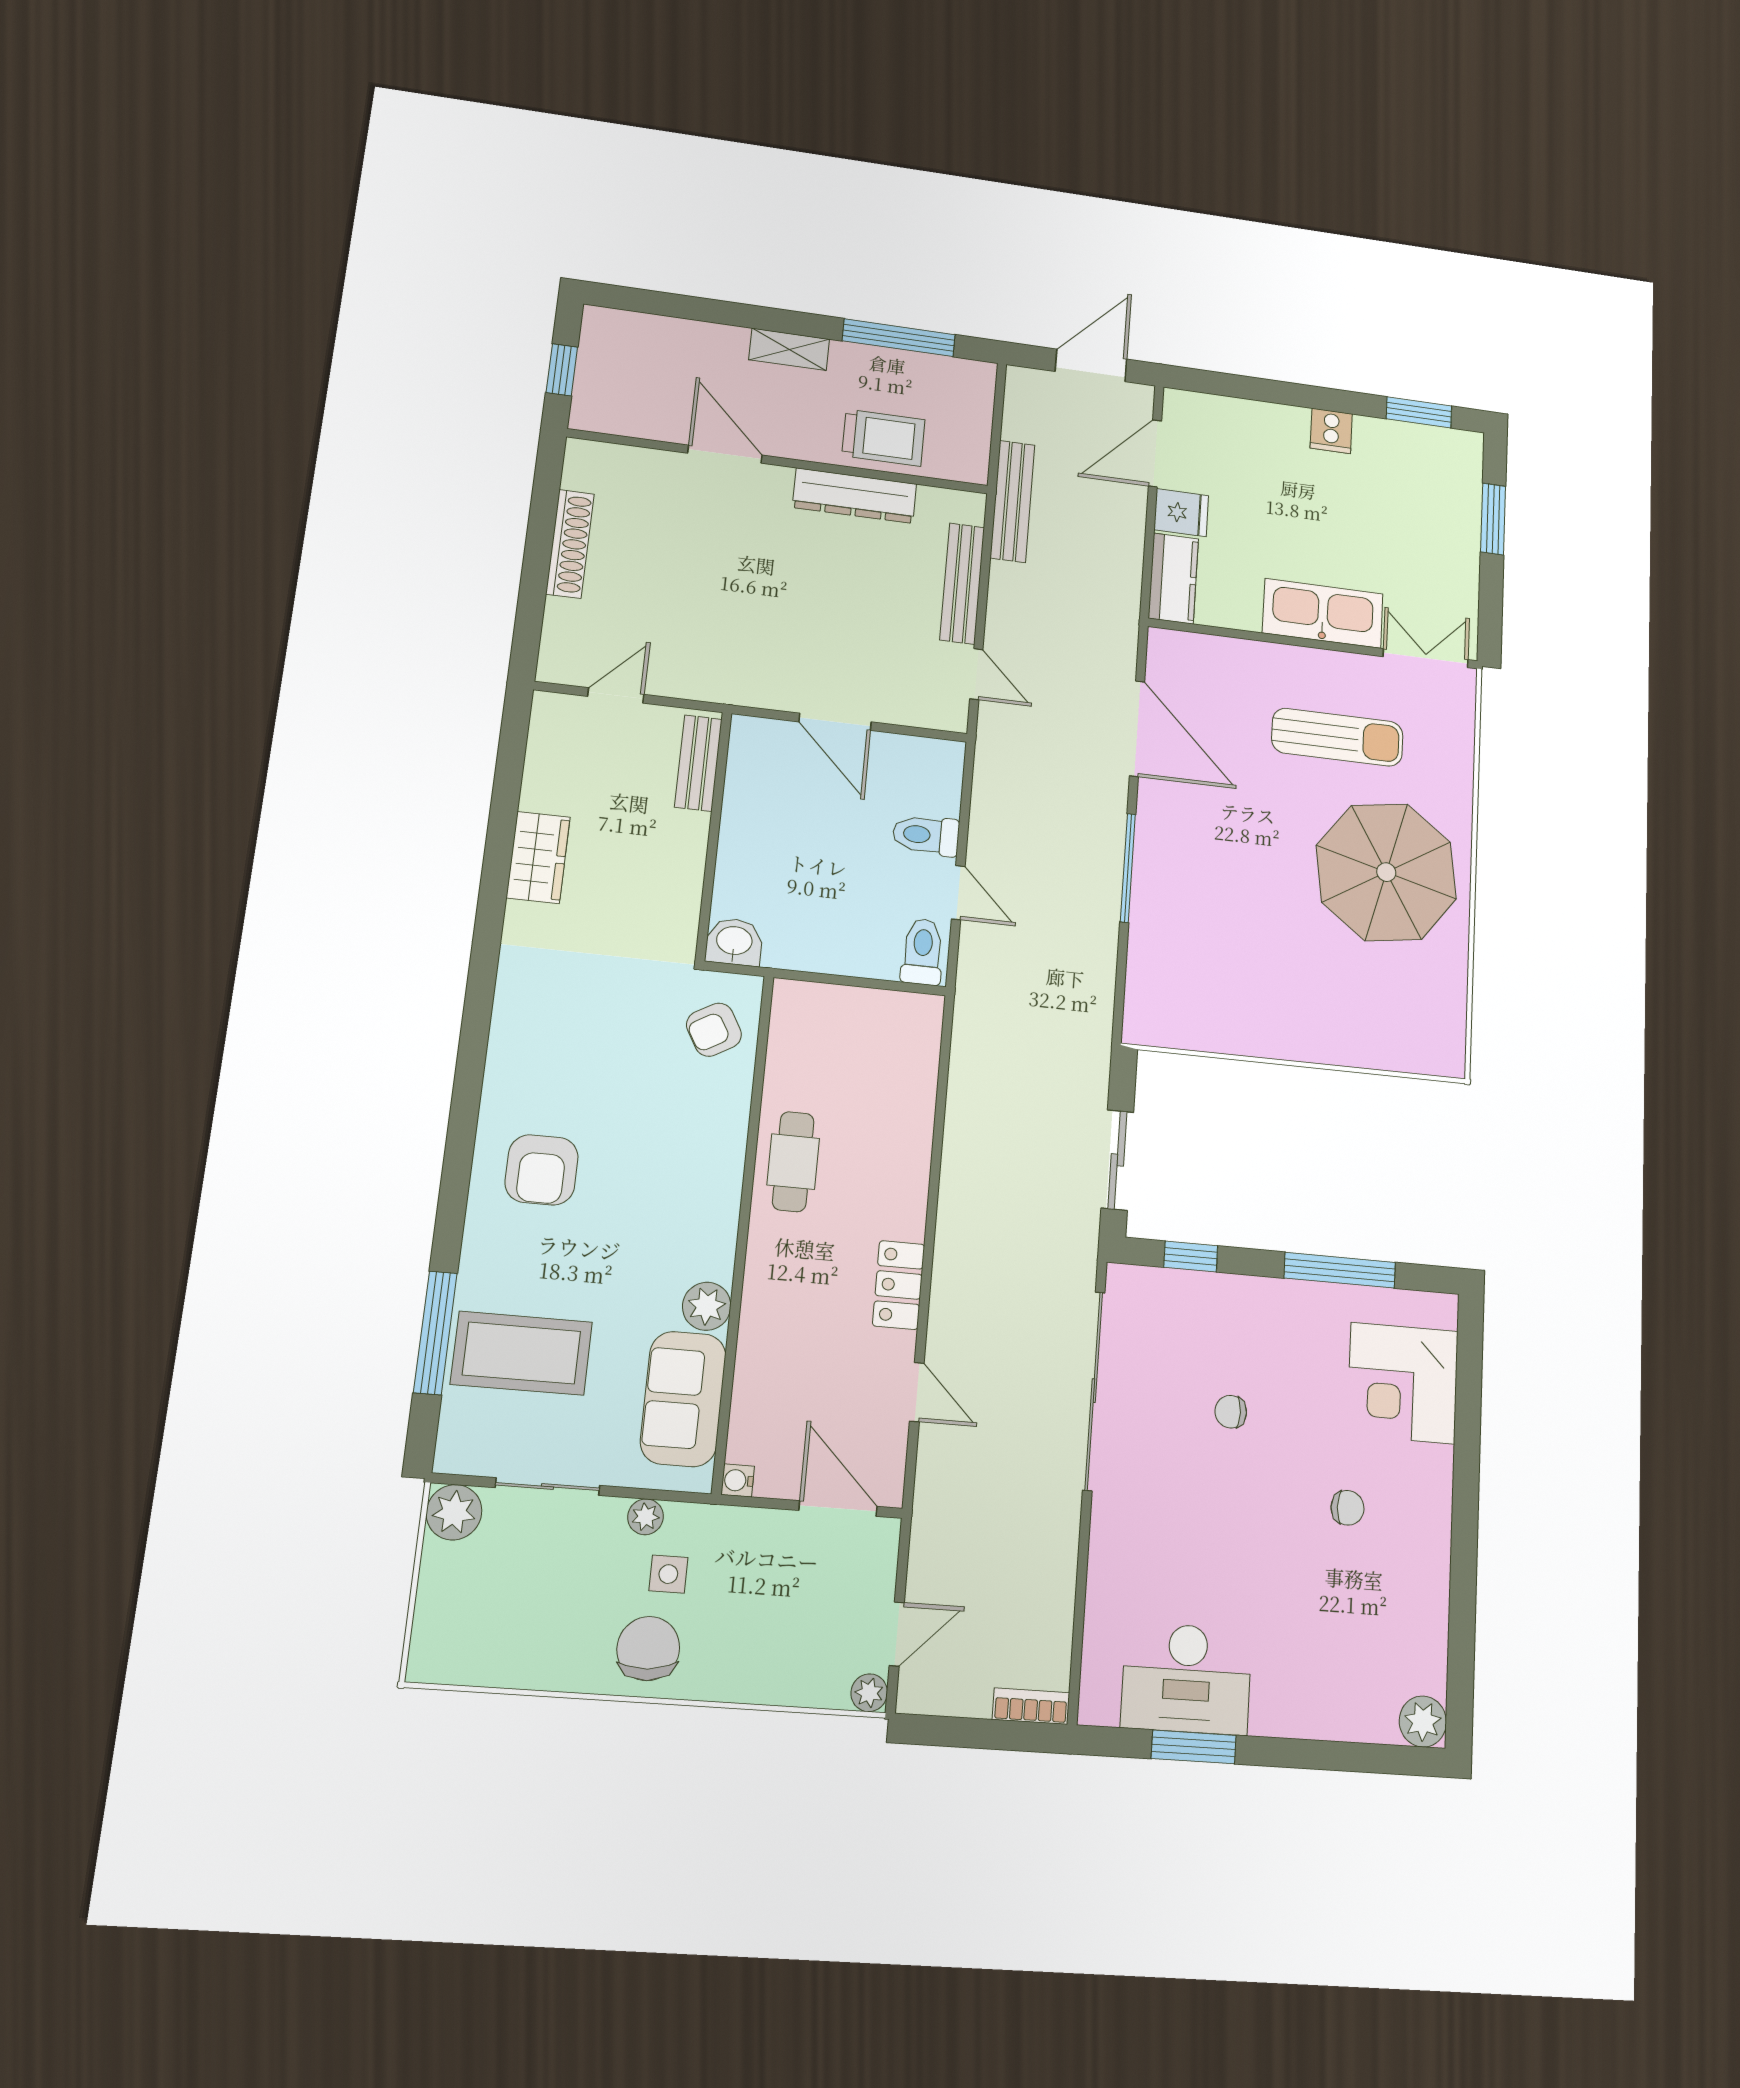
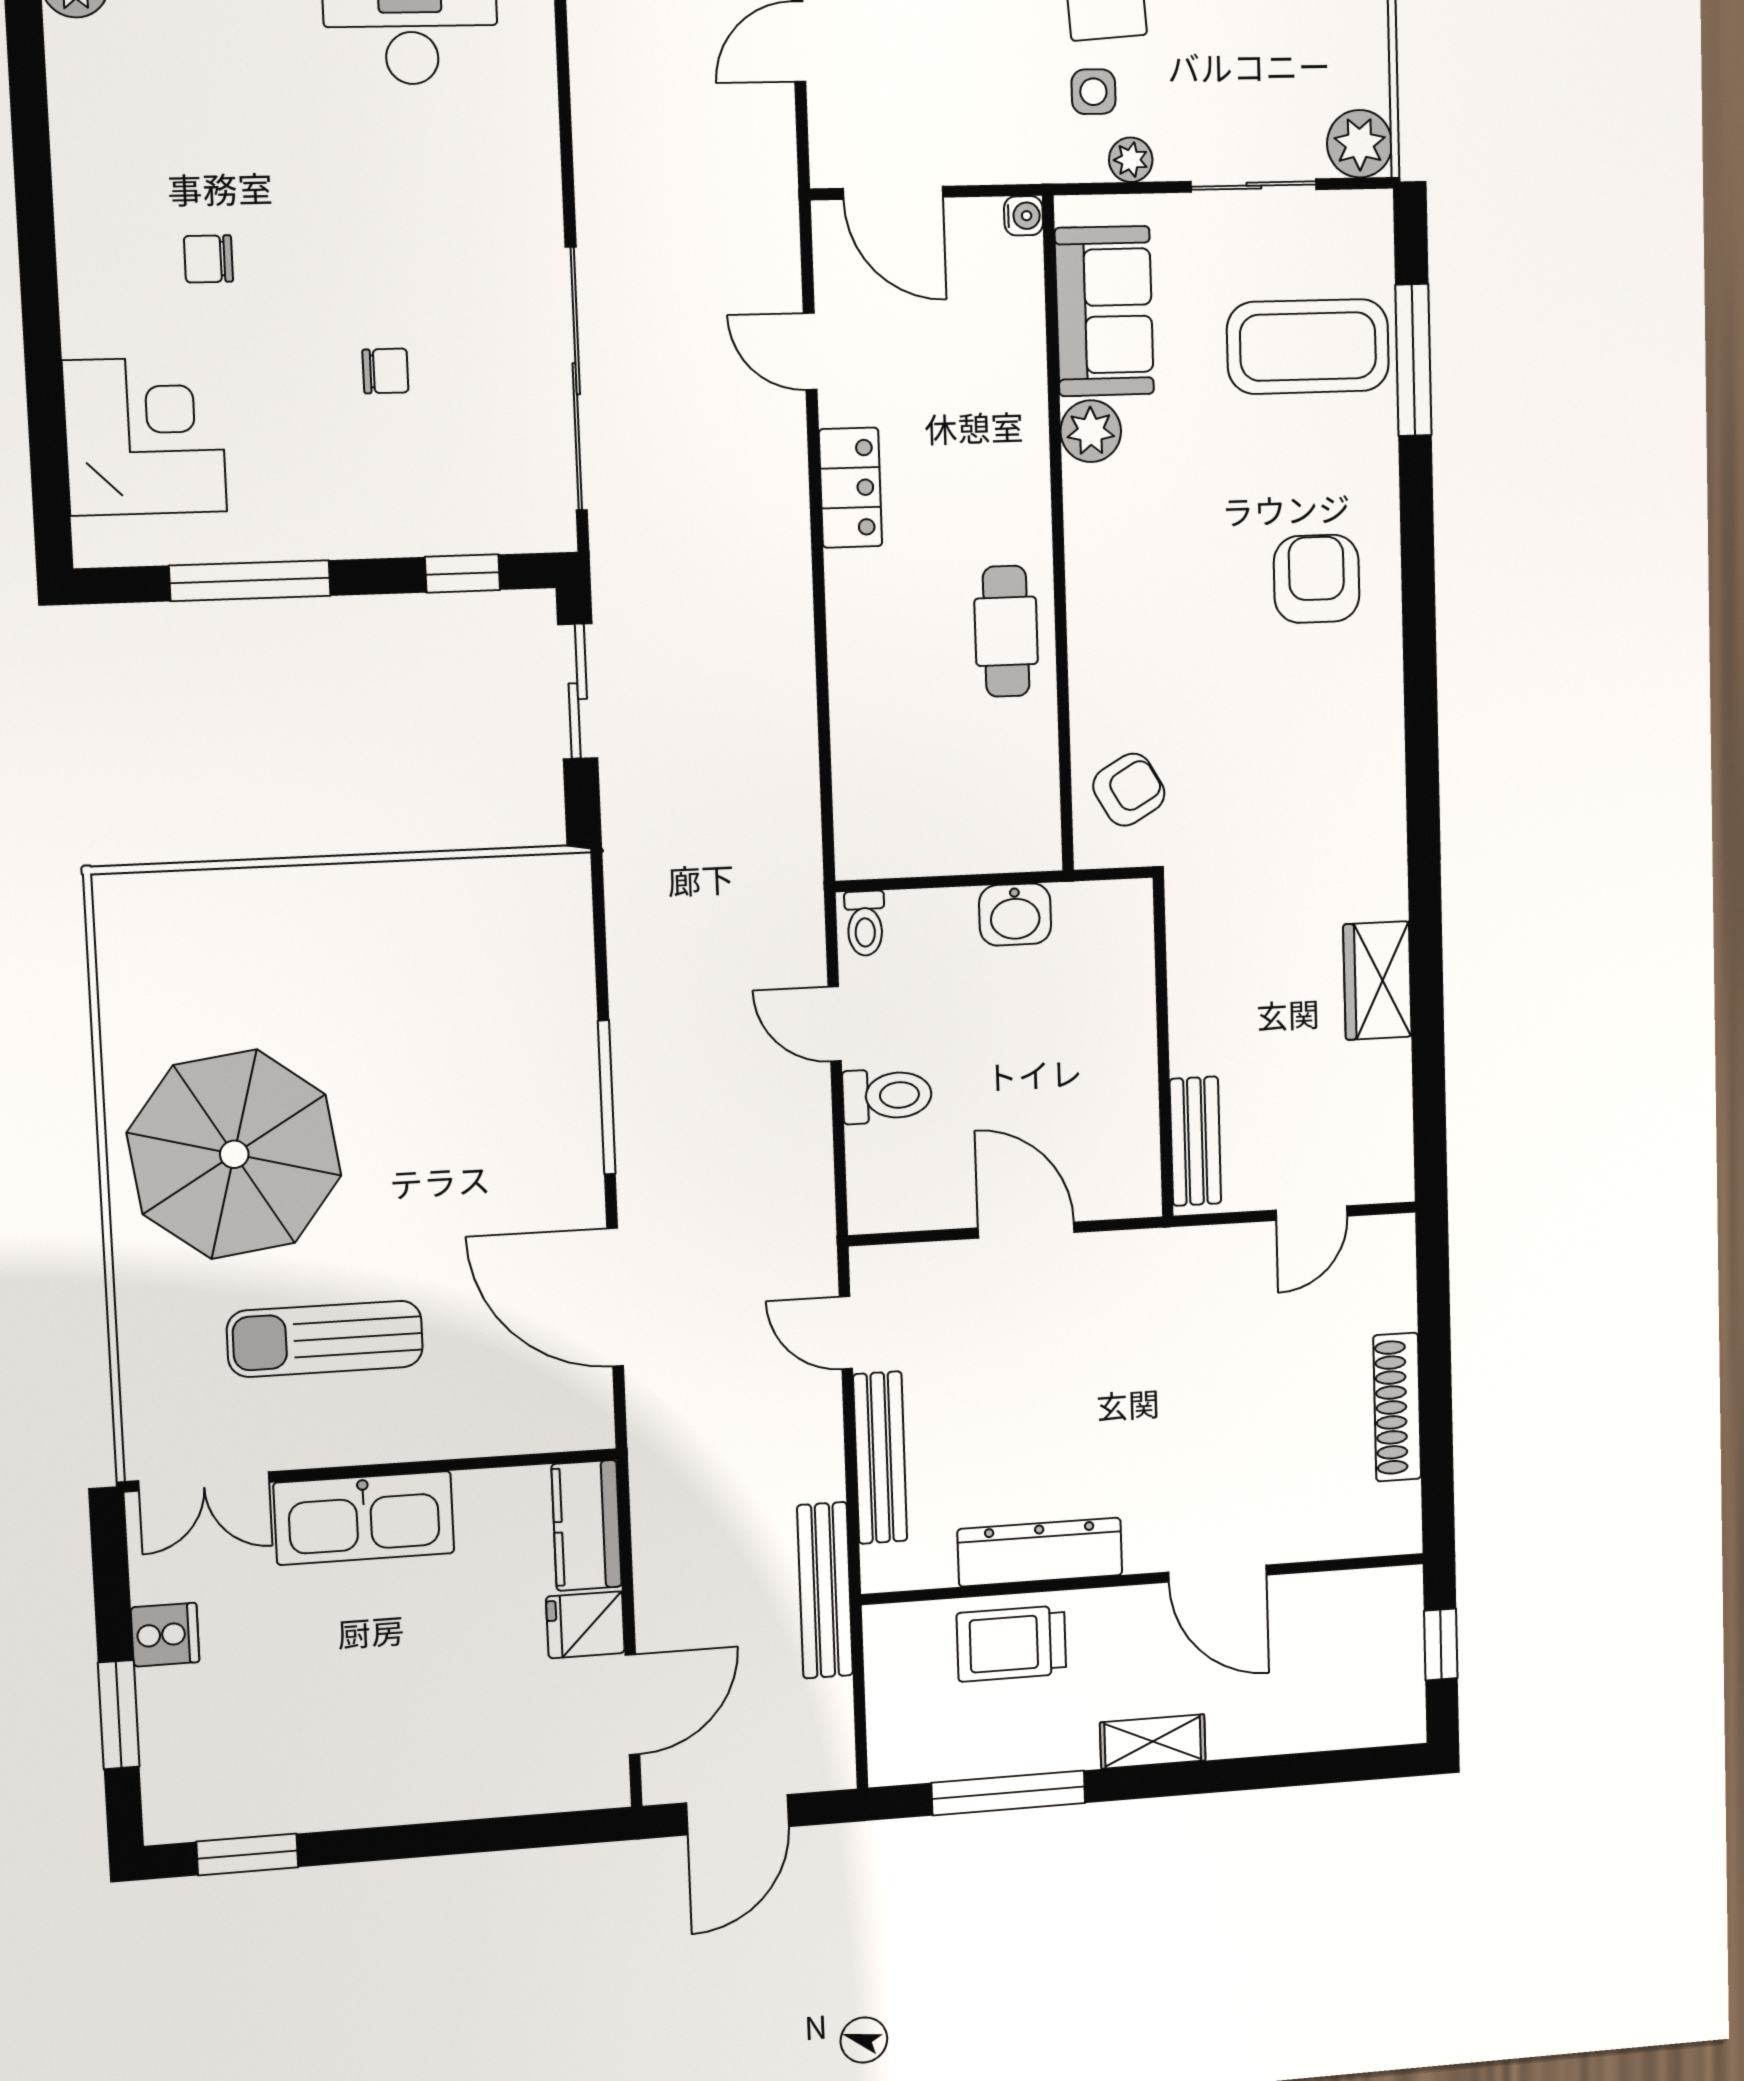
cooker: (1331, 431) -> (165, 1635), moved, turned 90
washbasin: (734, 942) -> (1015, 914), moved
toilet: (922, 952) -> (865, 923), width x0.73, depth x0.72

